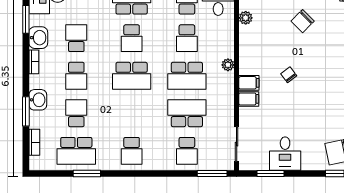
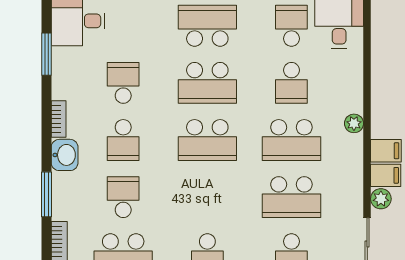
plant: (246, 18) -> (381, 199), moved
washbasin: (38, 38) -> (65, 82), removed
school desk: (132, 38) -> (207, 83), width x1.85
washbasin: (38, 100) -> (65, 155), moved
school desk: (187, 113) -> (291, 197), turned 180

